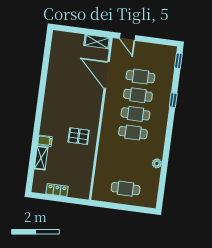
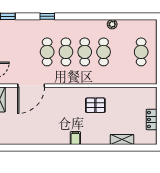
cafe table: (140, 77) -> (104, 52), moved
pallet: (79, 136) -> (95, 105), turned 90
filing cabinet: (45, 141) -> (75, 138), moved

